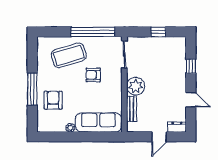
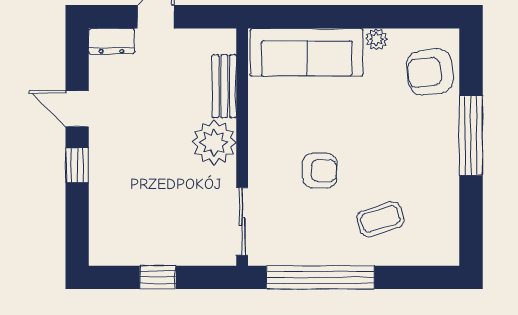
coffee table: (69, 55) -> (380, 219), width x0.54, depth x0.58
window: (191, 66) -> (77, 165), moved
armchair: (53, 100) -> (430, 72), moved, turned 83

